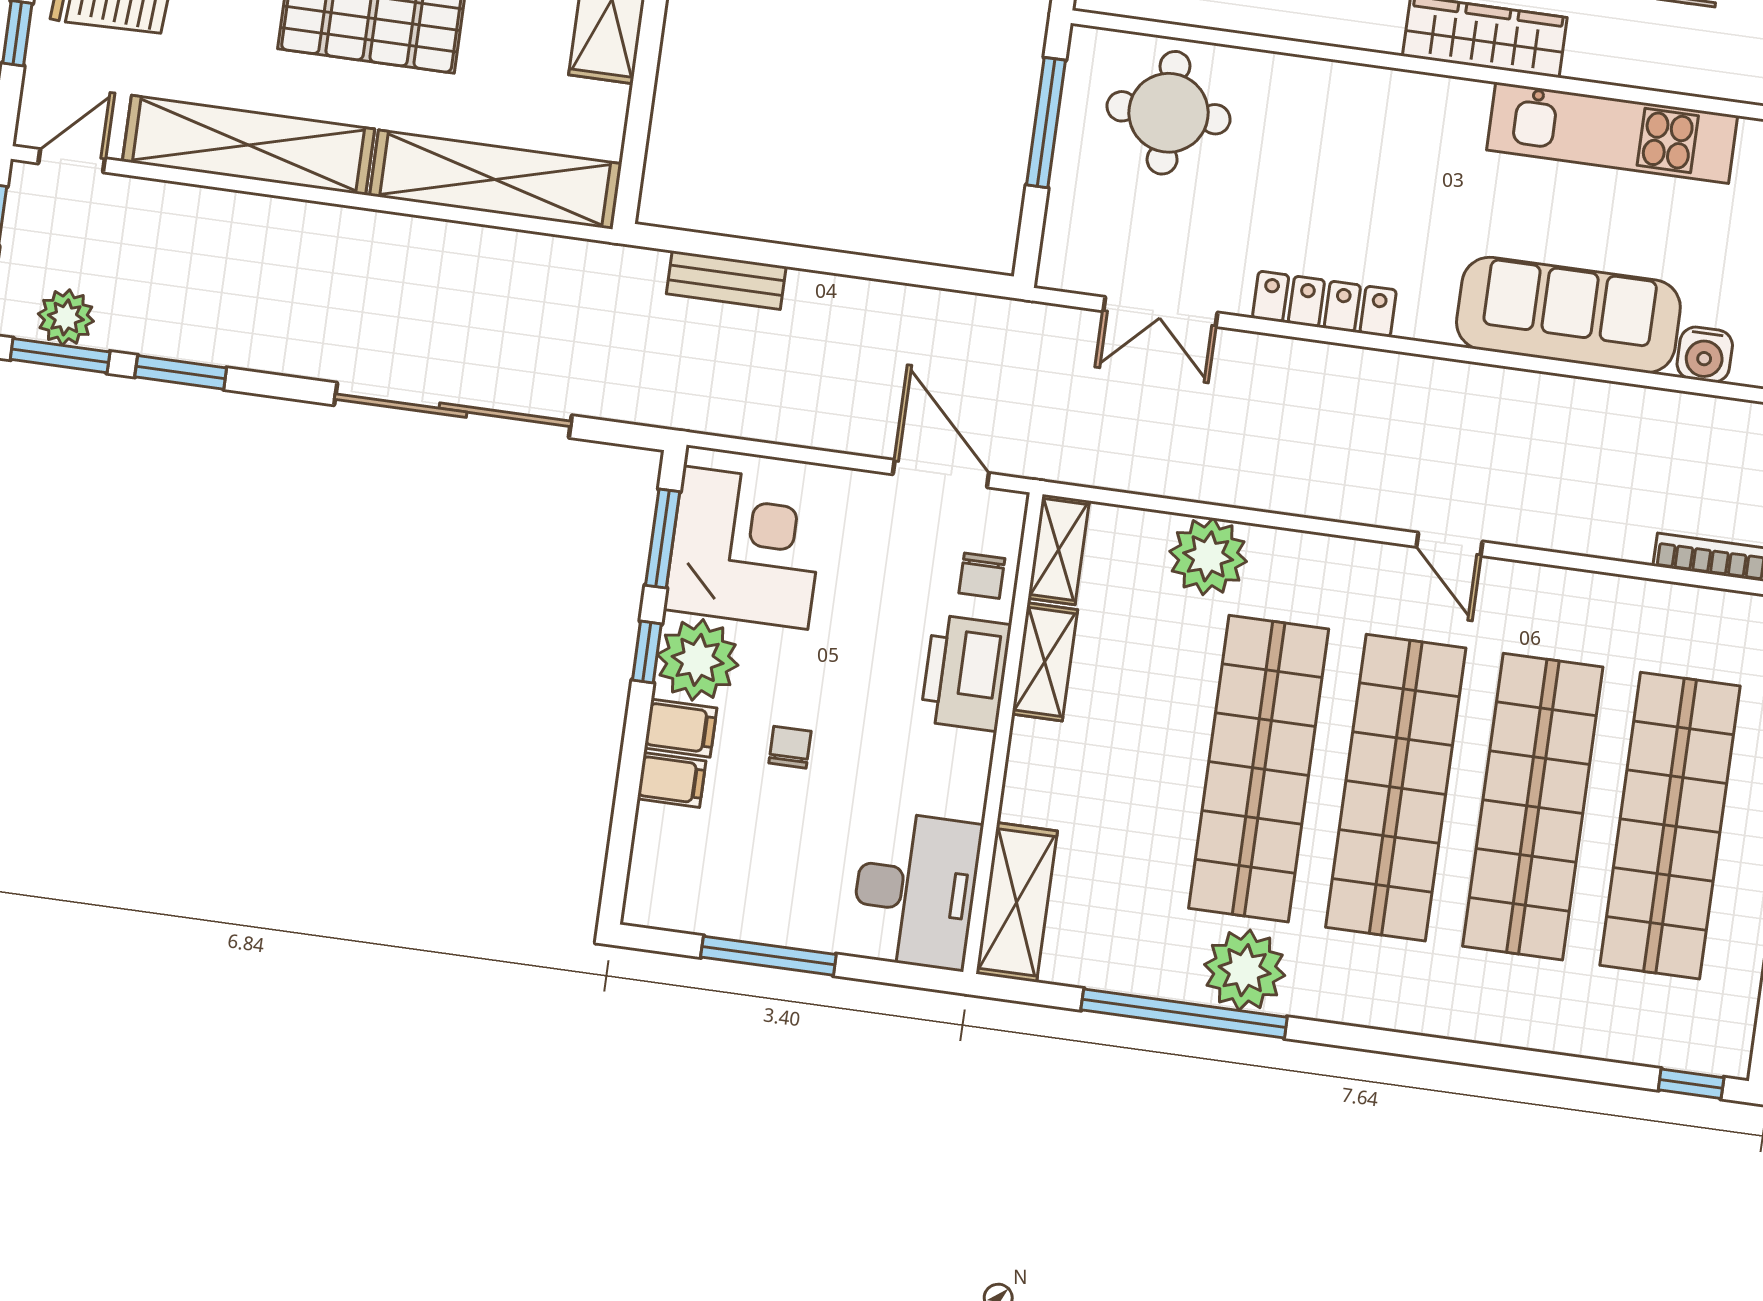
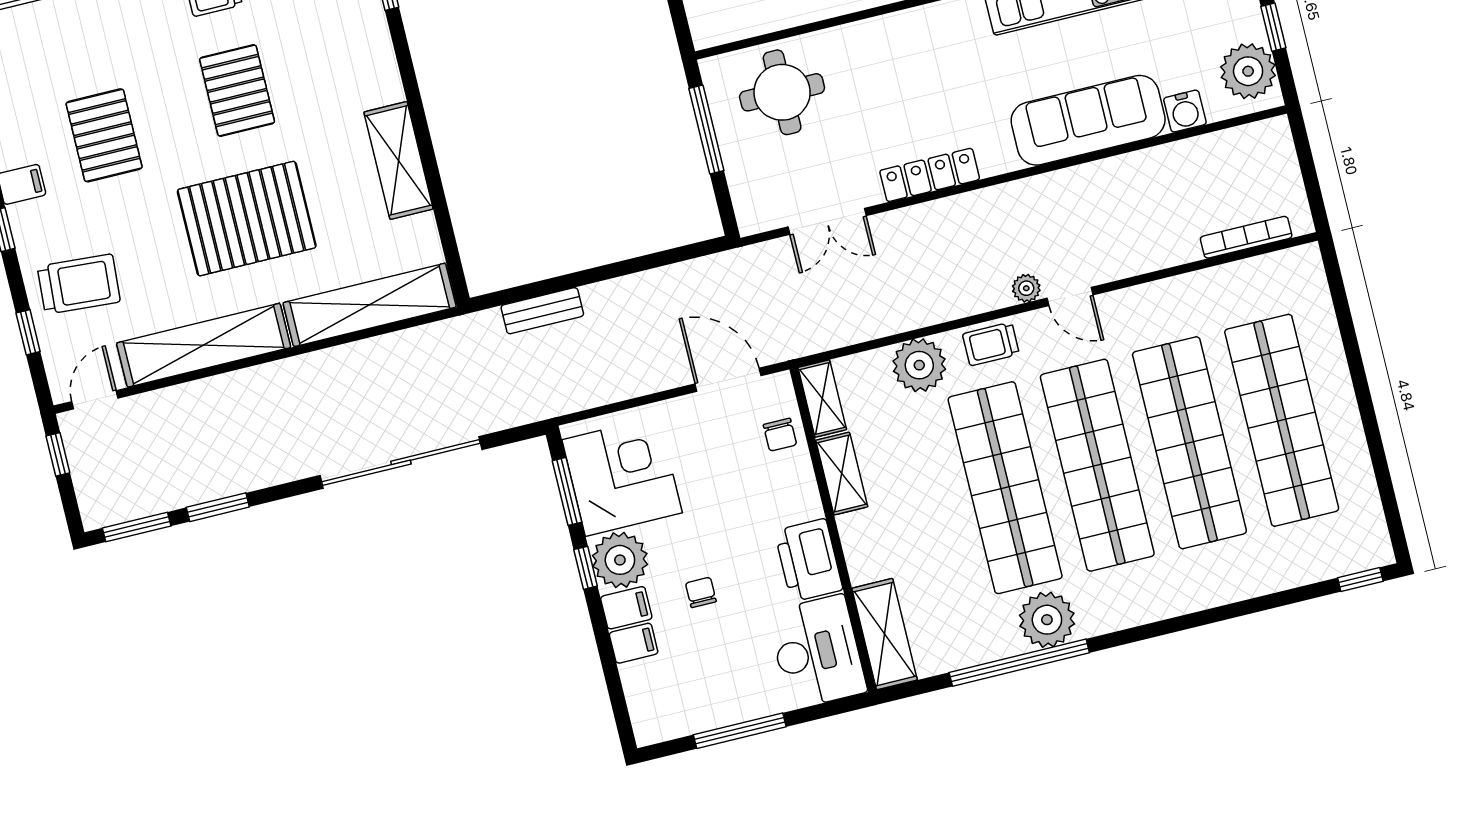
plant: (66, 317) -> (1026, 288), moved, width x0.73, depth x0.73
trolley: (1317, 566) -> (991, 344), added
printer: (966, 673) -> (809, 560), moved

